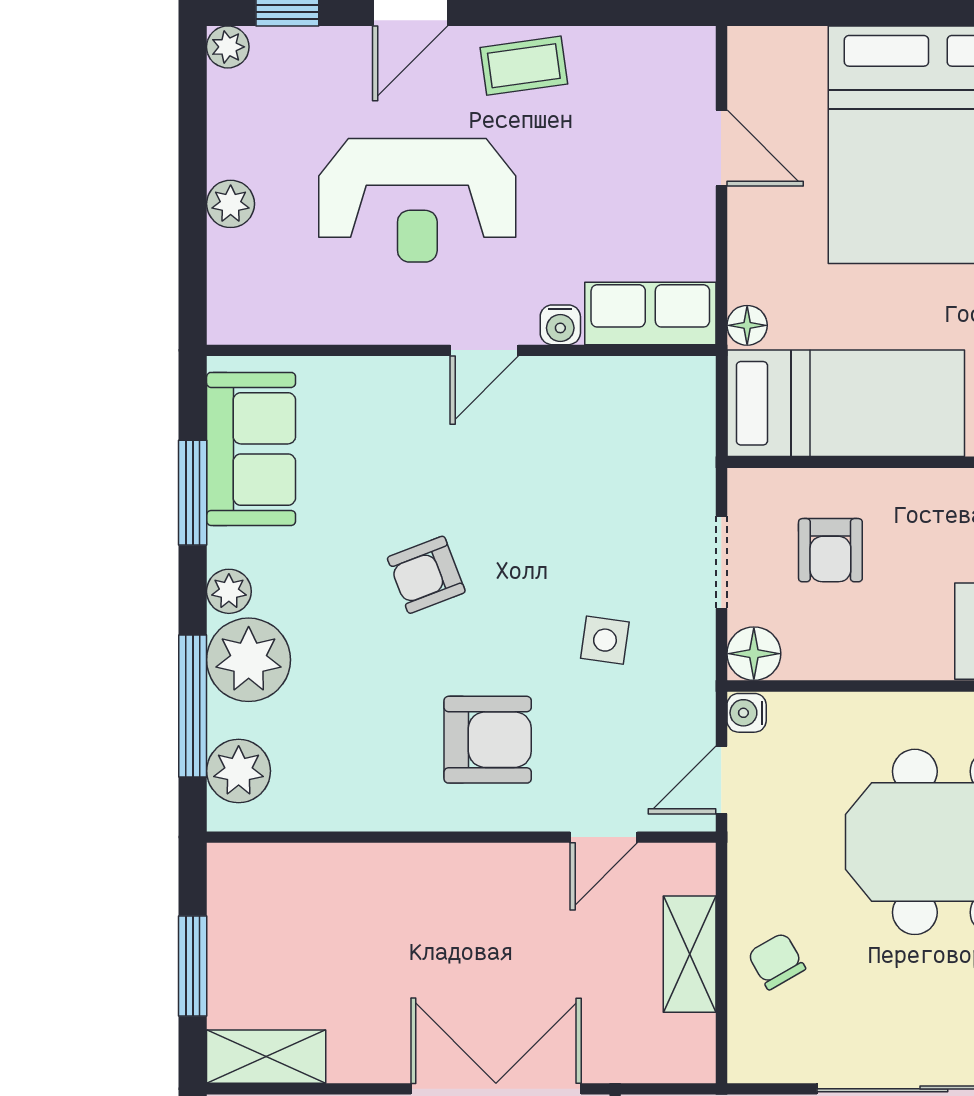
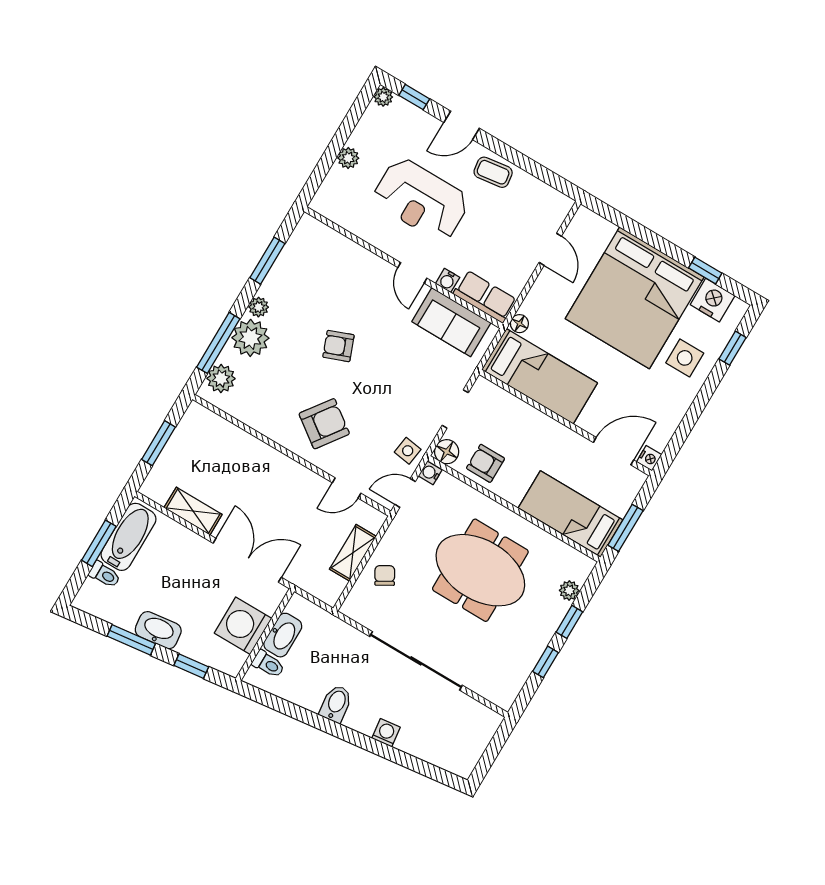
door: (484, 350) -> (412, 273), hinge flipped
sofa: (251, 449) -> (451, 322), moved, turned 90
armchair: (830, 550) -> (486, 463), moved, turned 90
side table: (605, 640) -> (408, 451), moved
armchair: (488, 740) -> (324, 424), turned -54
shelving: (266, 1057) -> (193, 511), moved

